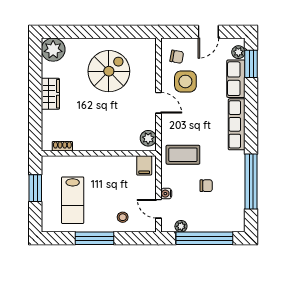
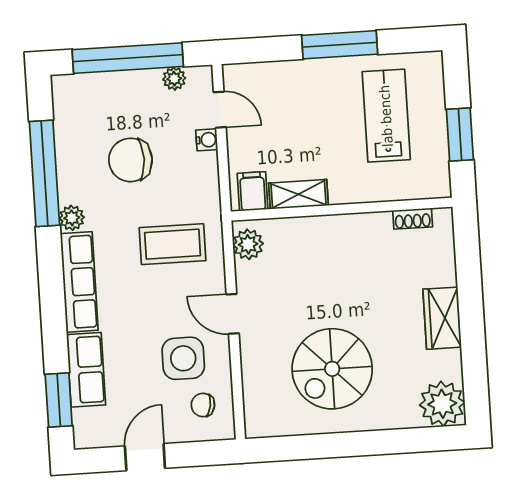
plant: (238, 52) -> (72, 218), moved
coffee table: (183, 155) -> (173, 244), moved
shelving: (121, 162) -> (298, 194), added
chair: (206, 186) -> (130, 160), width x1.87, depth x1.87
stool: (123, 217) -> (288, 89), removed

